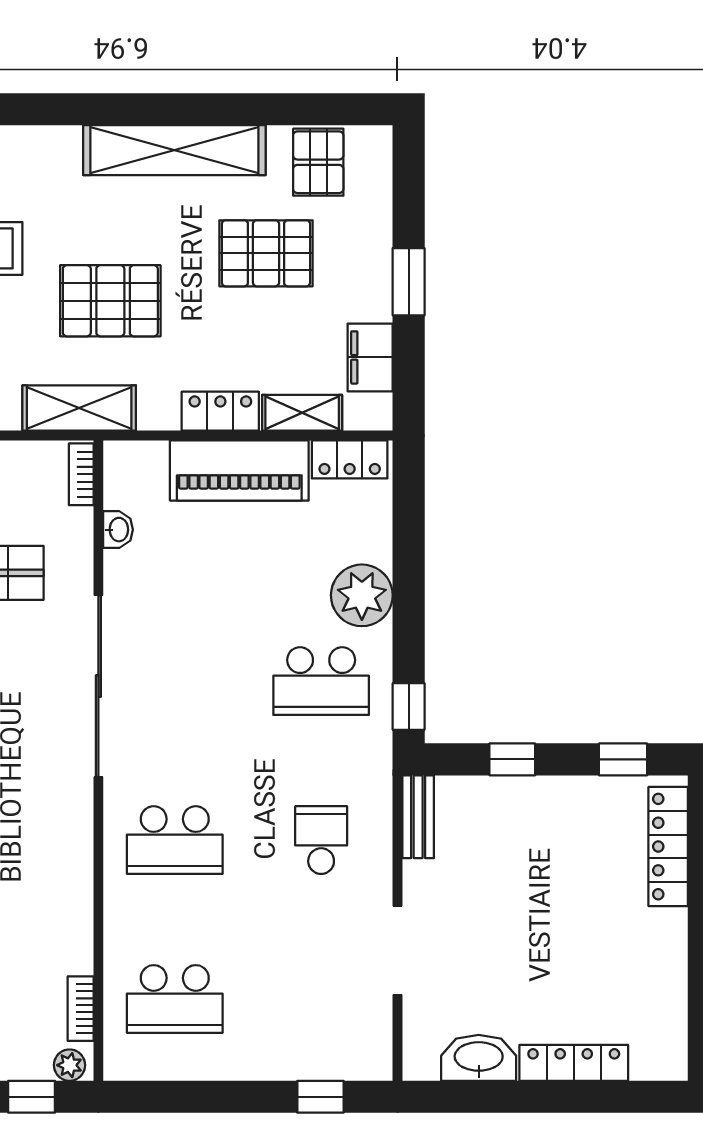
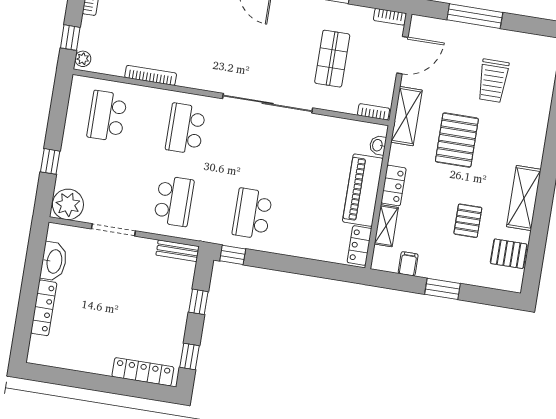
shelving: (174, 150) -> (524, 198), width x0.68
pallet: (266, 253) -> (468, 221), width x0.67, depth x0.71
filing cabinet: (370, 357) -> (408, 264), width x0.50
washbasin: (118, 530) -> (378, 145), moved, turned 90
plant: (362, 595) -> (68, 204), moved
school desk: (321, 840) -> (174, 201), width x1.85
bookcase: (81, 1009) -> (151, 75), moved, width x1.56
window: (320, 1097) -> (50, 161), moved

